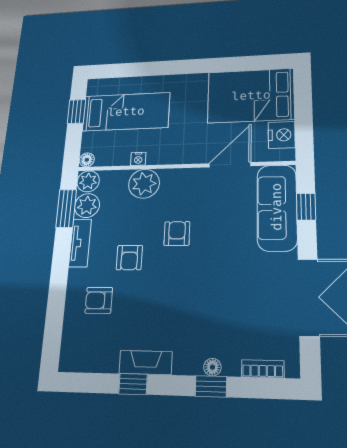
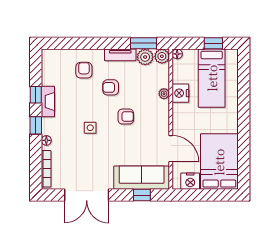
nightstand: (138, 159) -> (180, 93), width x1.89, depth x1.79
plant: (144, 184) -> (164, 94), width x0.53, depth x0.53
side table: (193, 291) -> (90, 128), added
bookcase: (263, 369) -> (46, 169), width x1.56
window: (211, 386) -> (36, 125), moved

